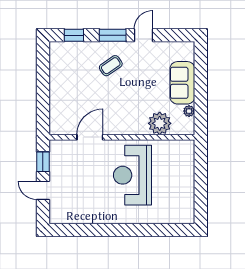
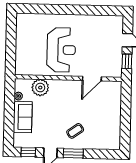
window: (74, 35) -> (28, 152), moved

